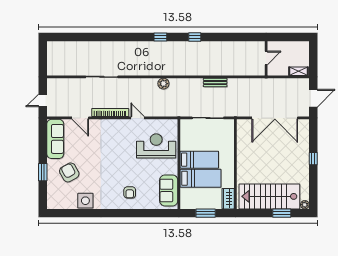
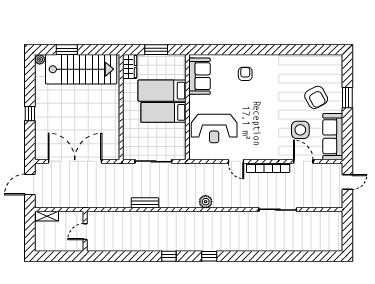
side table: (85, 201) -> (300, 130), moved

